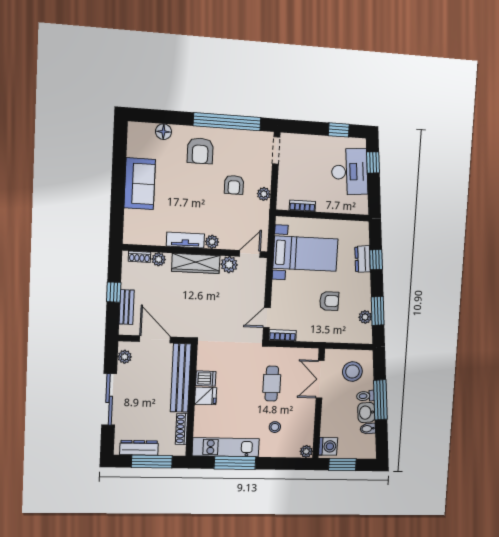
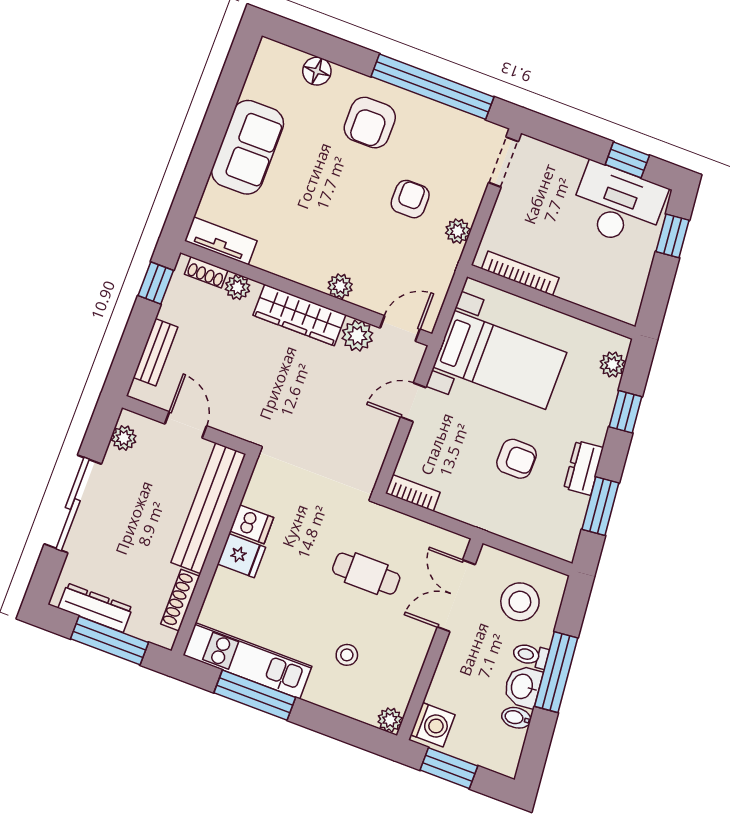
desk: (350, 172) -> (618, 205), moved, turned -84
armchair: (234, 185) -> (410, 199), turned 180
bookcase: (302, 206) -> (520, 273), width x1.56
tv unit: (185, 240) -> (221, 241), moved
dresser: (363, 259) -> (584, 468), moved
window: (114, 292) -> (156, 283), moved
plant: (365, 317) -> (612, 364), moved
door: (267, 318) -> (413, 402), moved
door: (155, 339) -> (186, 425), width x0.73
cafe table: (272, 384) -> (366, 574), turned 90

